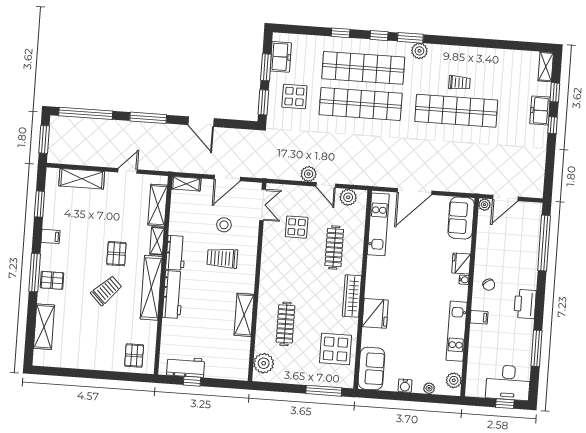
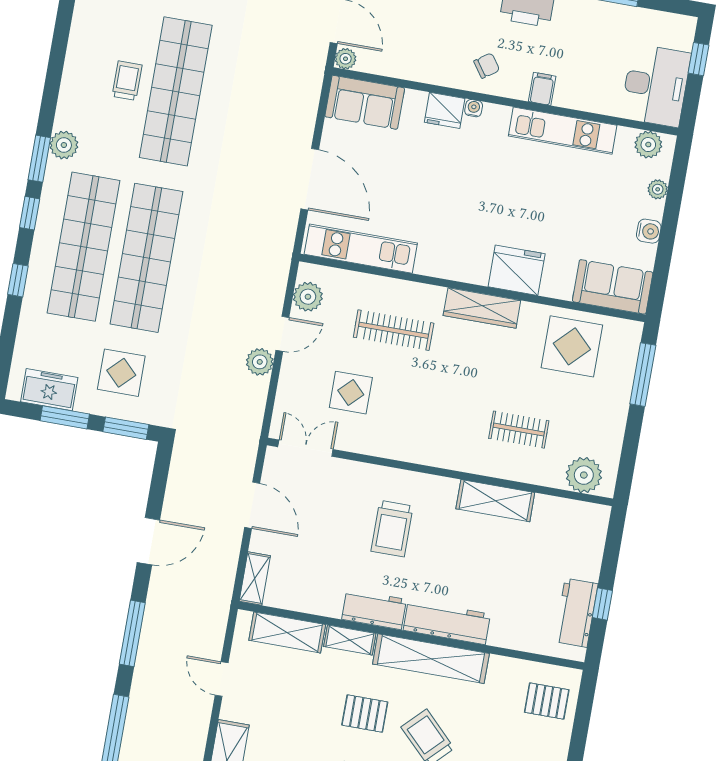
stool: (224, 225) -> (334, 520), removed
clothes rail: (285, 324) -> (519, 430), width x0.73
desk: (508, 383) -> (656, 85), moved

